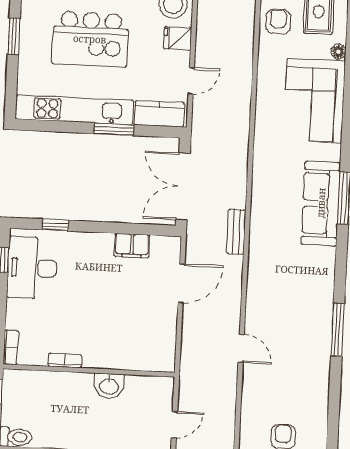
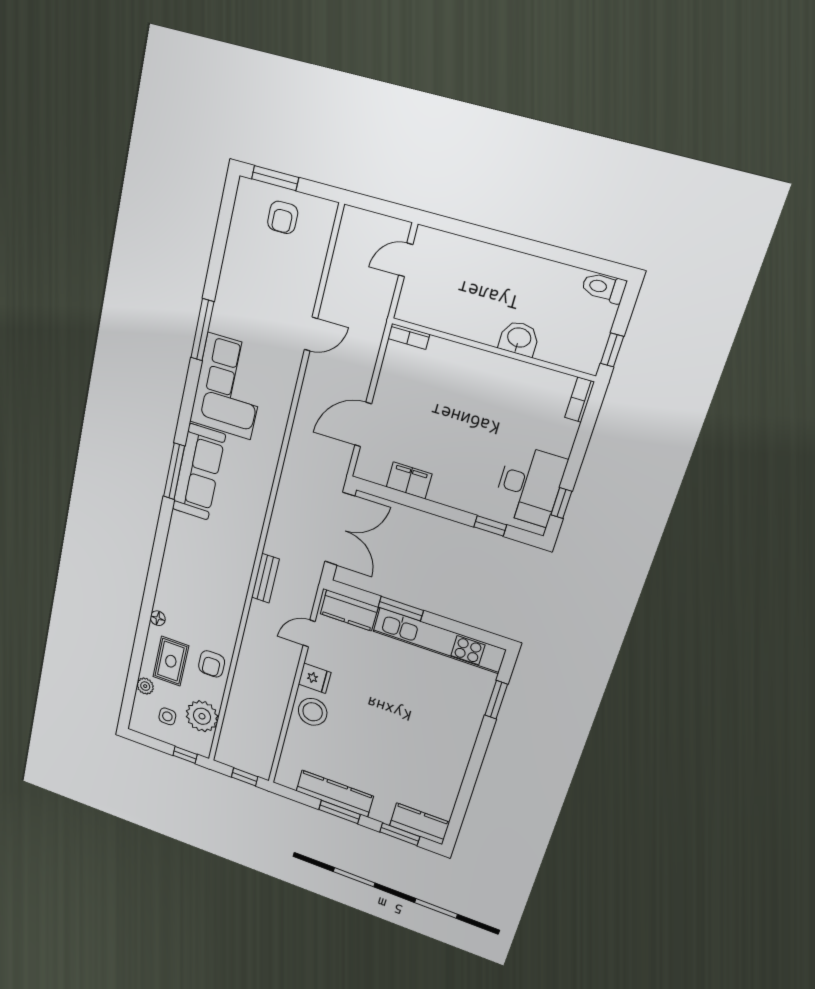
window: (14, 36) -> (496, 700), moved
kitchen island: (90, 39) -> (405, 705), removed
corner sofa: (314, 101) -> (229, 386), moved
bench: (236, 232) -> (265, 578), moved
door: (241, 348) -> (311, 334), swing flipped
bookcase: (65, 361) -> (409, 336), moved
washbasin: (109, 386) -> (519, 338), moved

